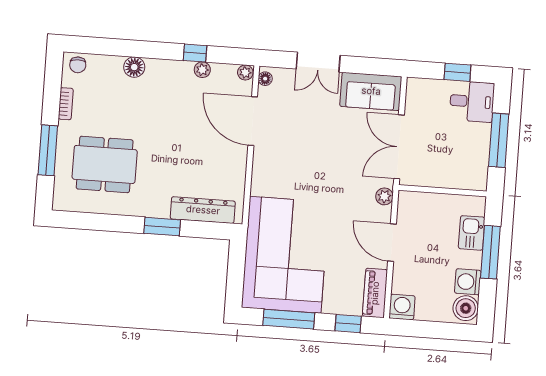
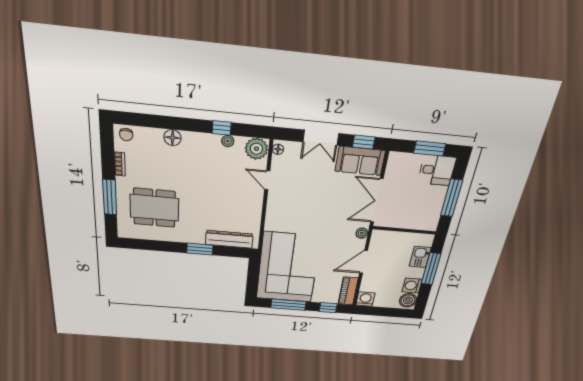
window: (372, 66) -> (364, 142), added
window: (457, 72) -> (430, 148), width x1.50
plant: (245, 73) -> (256, 149), width x1.87, depth x1.87
door: (253, 121) -> (267, 180), width x0.53
door: (392, 243) -> (364, 262), hinge flipped

